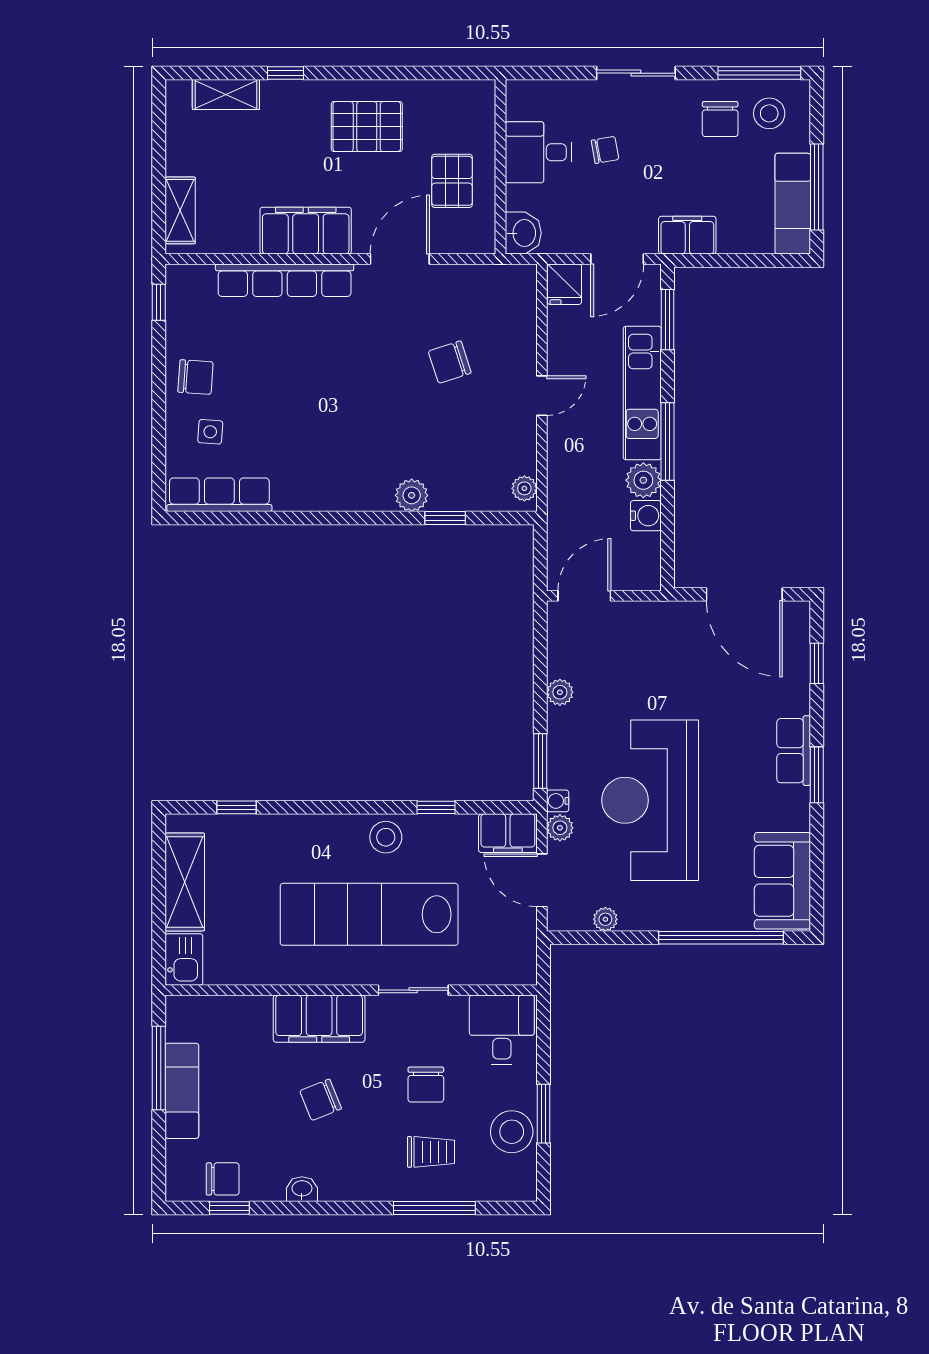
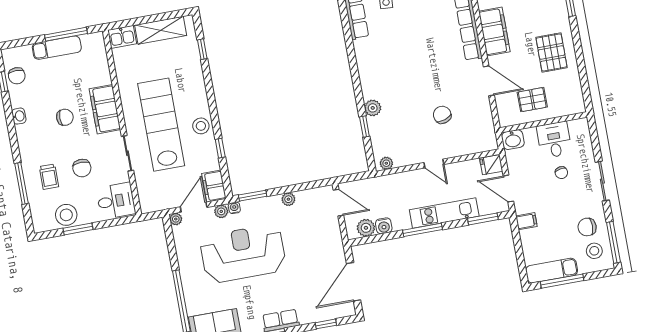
filing cabinet: (687, 235) -> (527, 221), width x0.50
plant: (643, 480) -> (366, 228), moved
plant: (605, 919) -> (176, 219), moved
chair: (426, 1085) -> (82, 168), turned -91
chair: (321, 1100) -> (65, 117), turned 112

